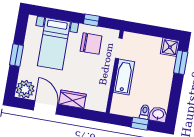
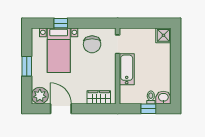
window: (91, 20) -> (61, 23), moved
chair: (91, 44) -> (92, 44), turned 90
window: (181, 62) -> (176, 47), removed
wardrobe: (72, 99) -> (99, 97), moved

